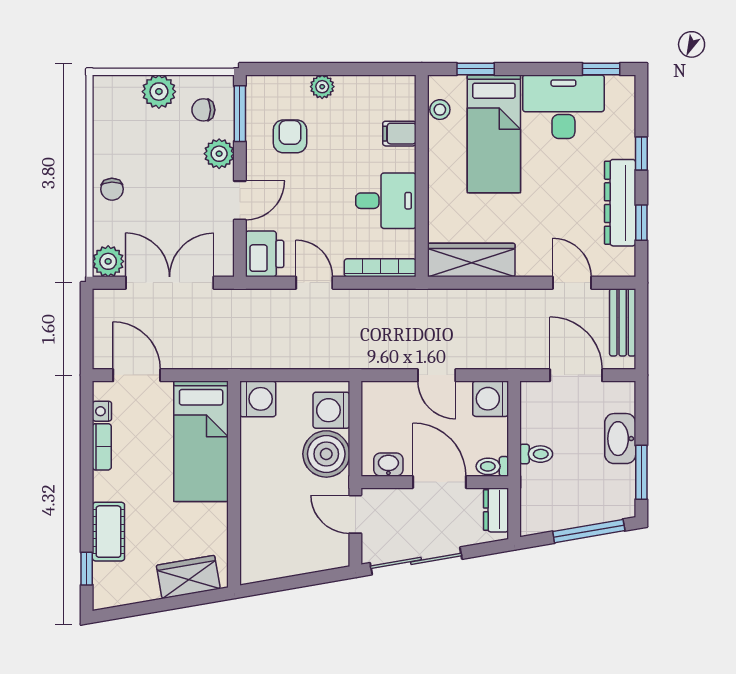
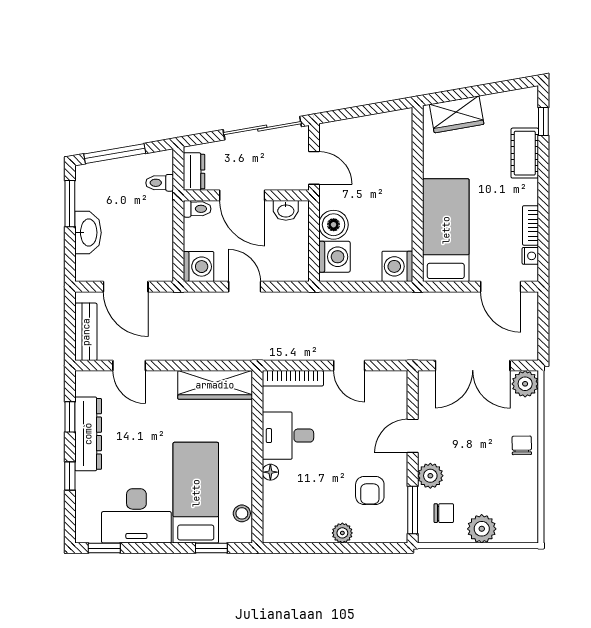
filing cabinet: (399, 134) -> (276, 493), removed
floor lamp: (407, 158) -> (270, 472), added
printer: (265, 254) -> (391, 390), removed
boiler: (326, 454) -> (334, 225), width x0.73, depth x0.73
toilet: (536, 454) -> (160, 183), moved

